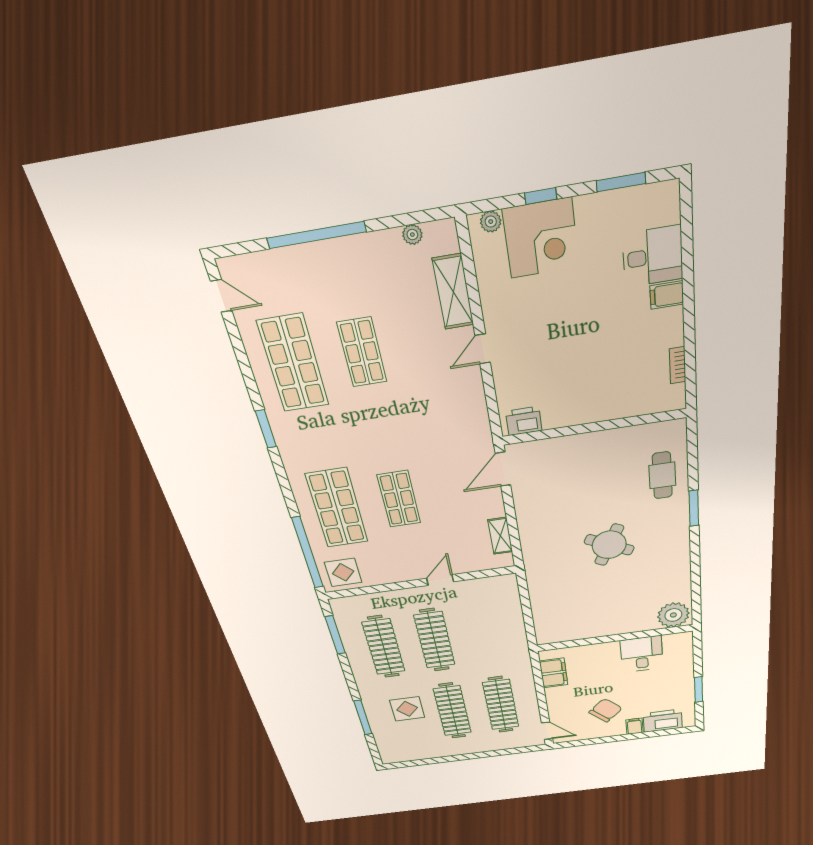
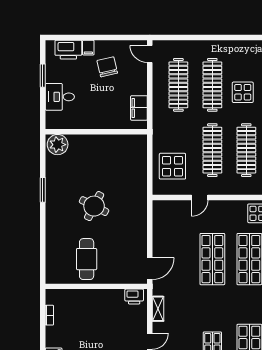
cafe table: (662, 475) -> (87, 259), moved, width x1.37, depth x1.35
shop shelf: (399, 499) -> (212, 259), width x1.43, depth x1.36
window: (694, 508) -> (43, 190), moved
shelving: (500, 536) -> (158, 309), moved
display table: (491, 613) -> (172, 166), added
desk: (642, 654) -> (60, 97), moved, turned 90
chair: (606, 710) -> (107, 67), turned 122

